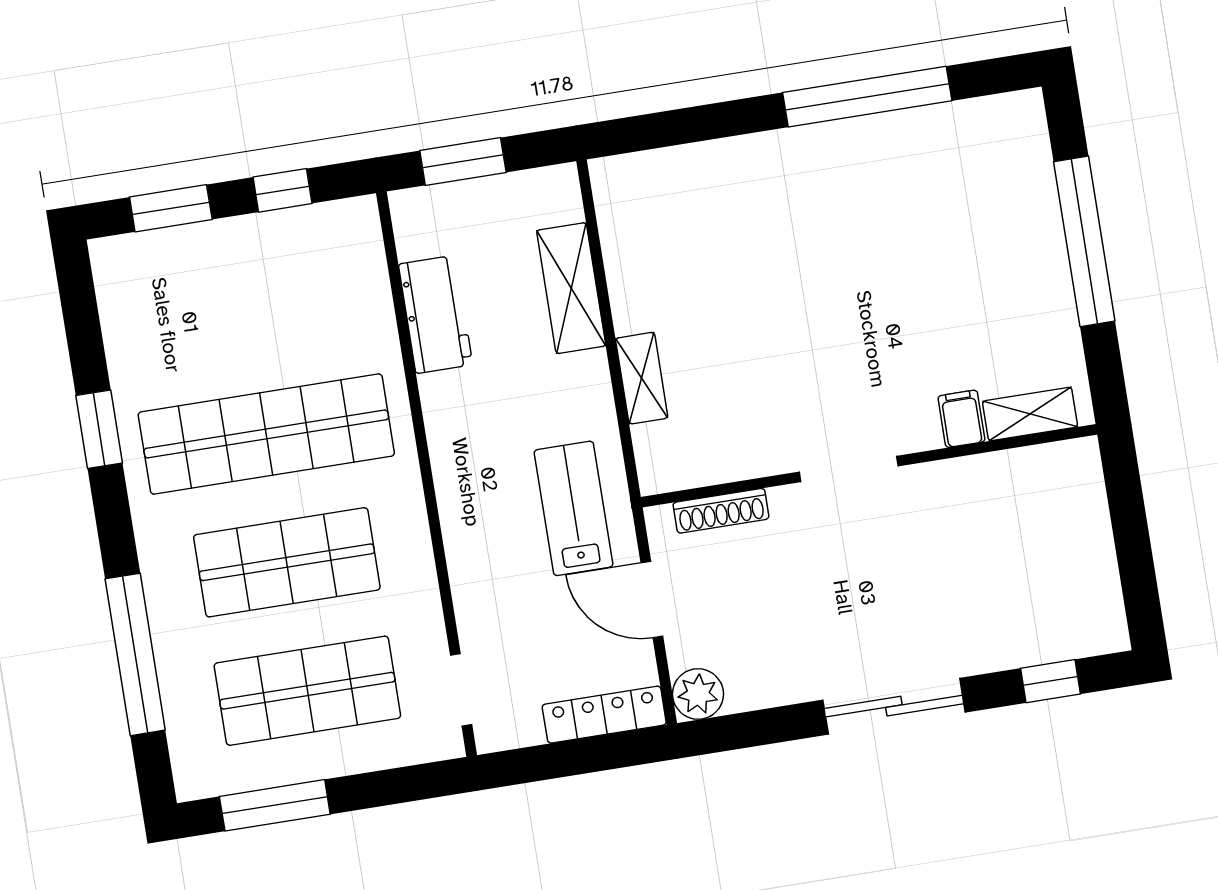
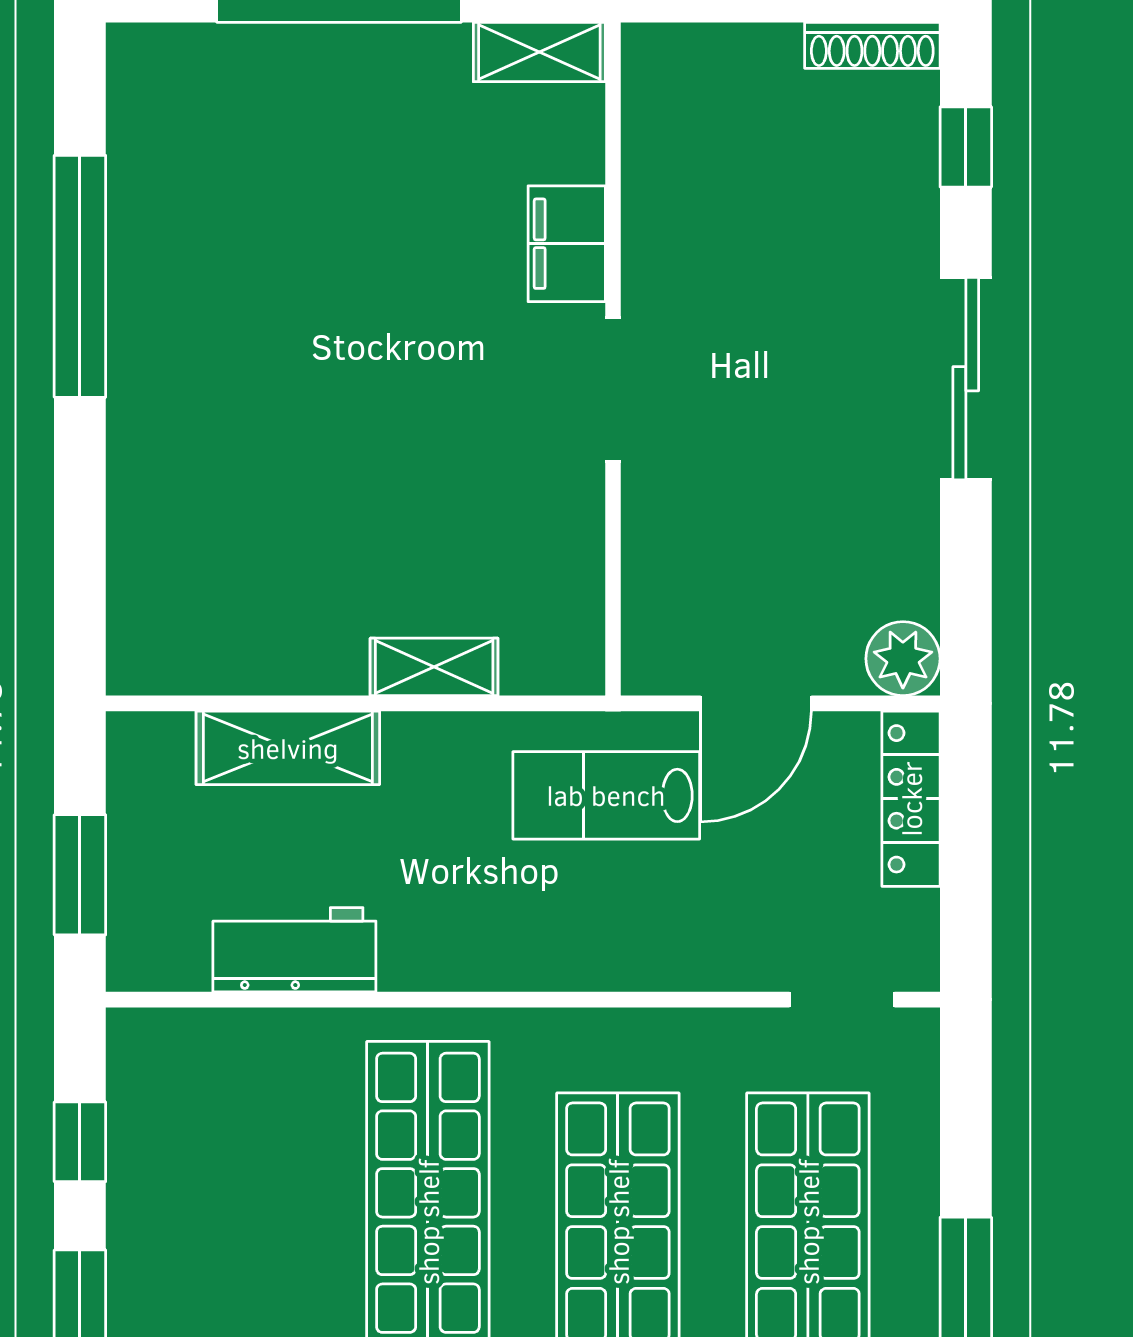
shelving: (1030, 414) -> (539, 52), moved, turned 90
filing cabinet: (961, 419) -> (567, 244), width x2.00
shoe rack: (721, 511) -> (872, 45), moved, turned 90

